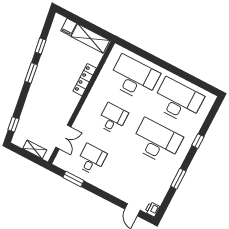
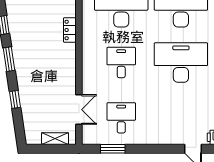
locker: (85, 80) -> (70, 30), width x0.66
window: (13, 124) -> (15, 99), moved

